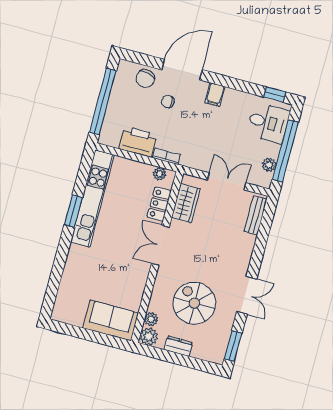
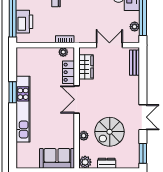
printer: (138, 142) -> (24, 22), moved, turned 90
kitchen unit: (92, 198) -> (23, 109), moved
spiral stairs: (194, 303) -> (110, 132), turned -90
plant: (151, 319) -> (84, 136), moved

